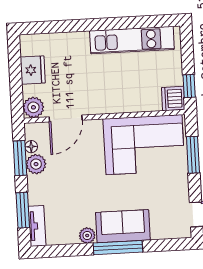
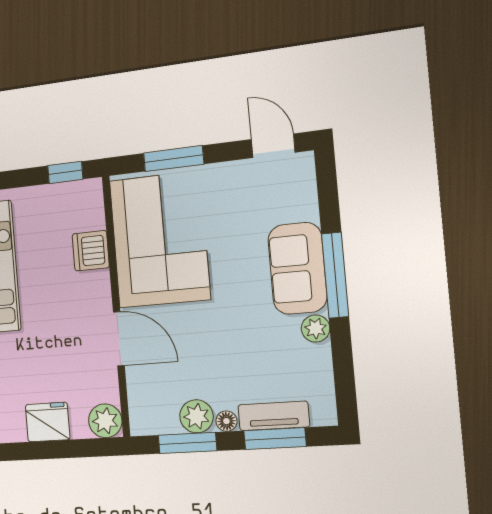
dishwasher: (173, 99) -> (91, 251), moved, turned 90
door: (66, 118) -> (119, 339), moved
floor lamp: (31, 147) -> (226, 421), moved
tv unit: (37, 226) -> (274, 416), moved

